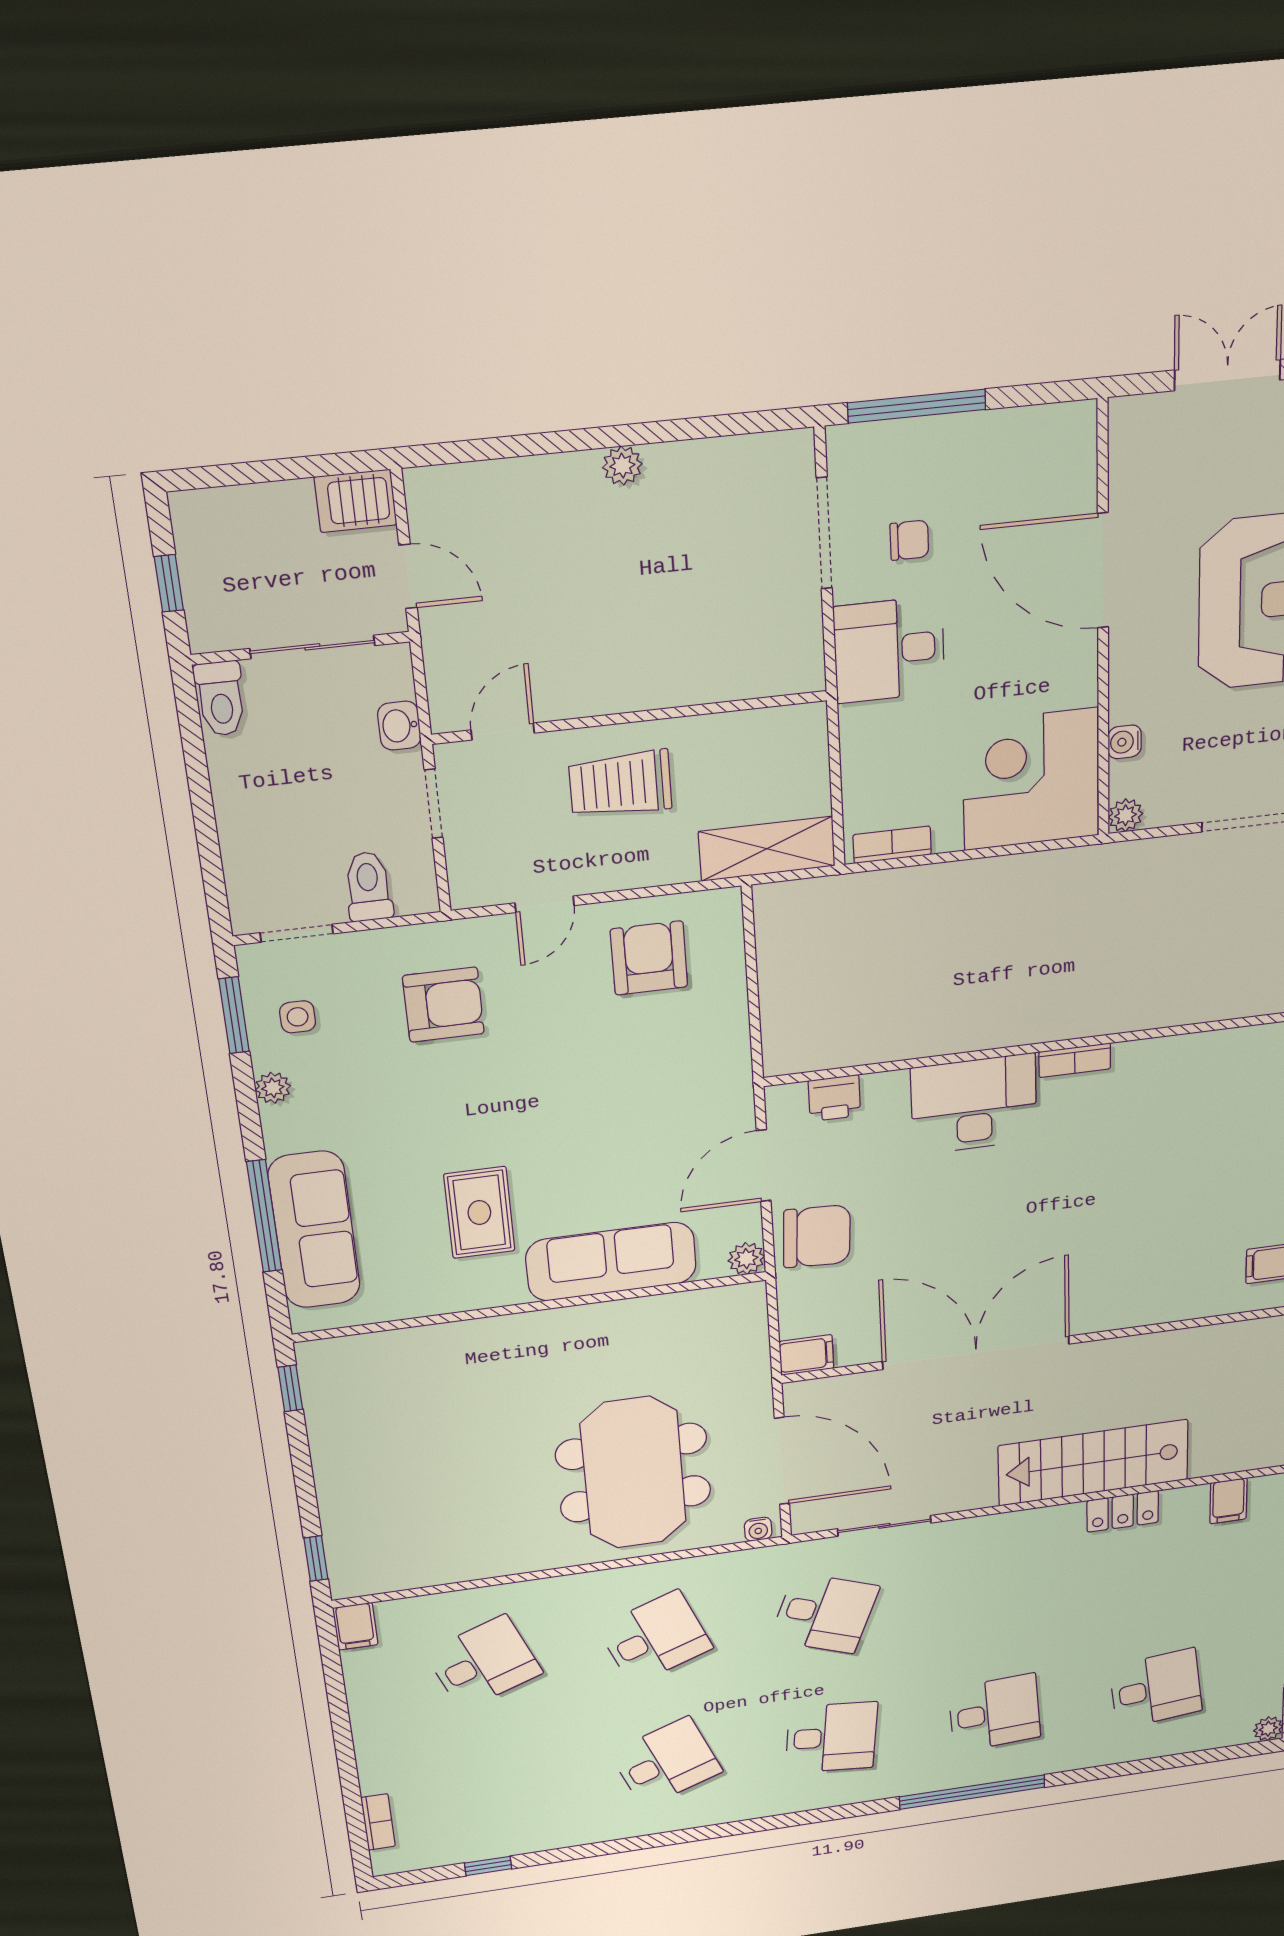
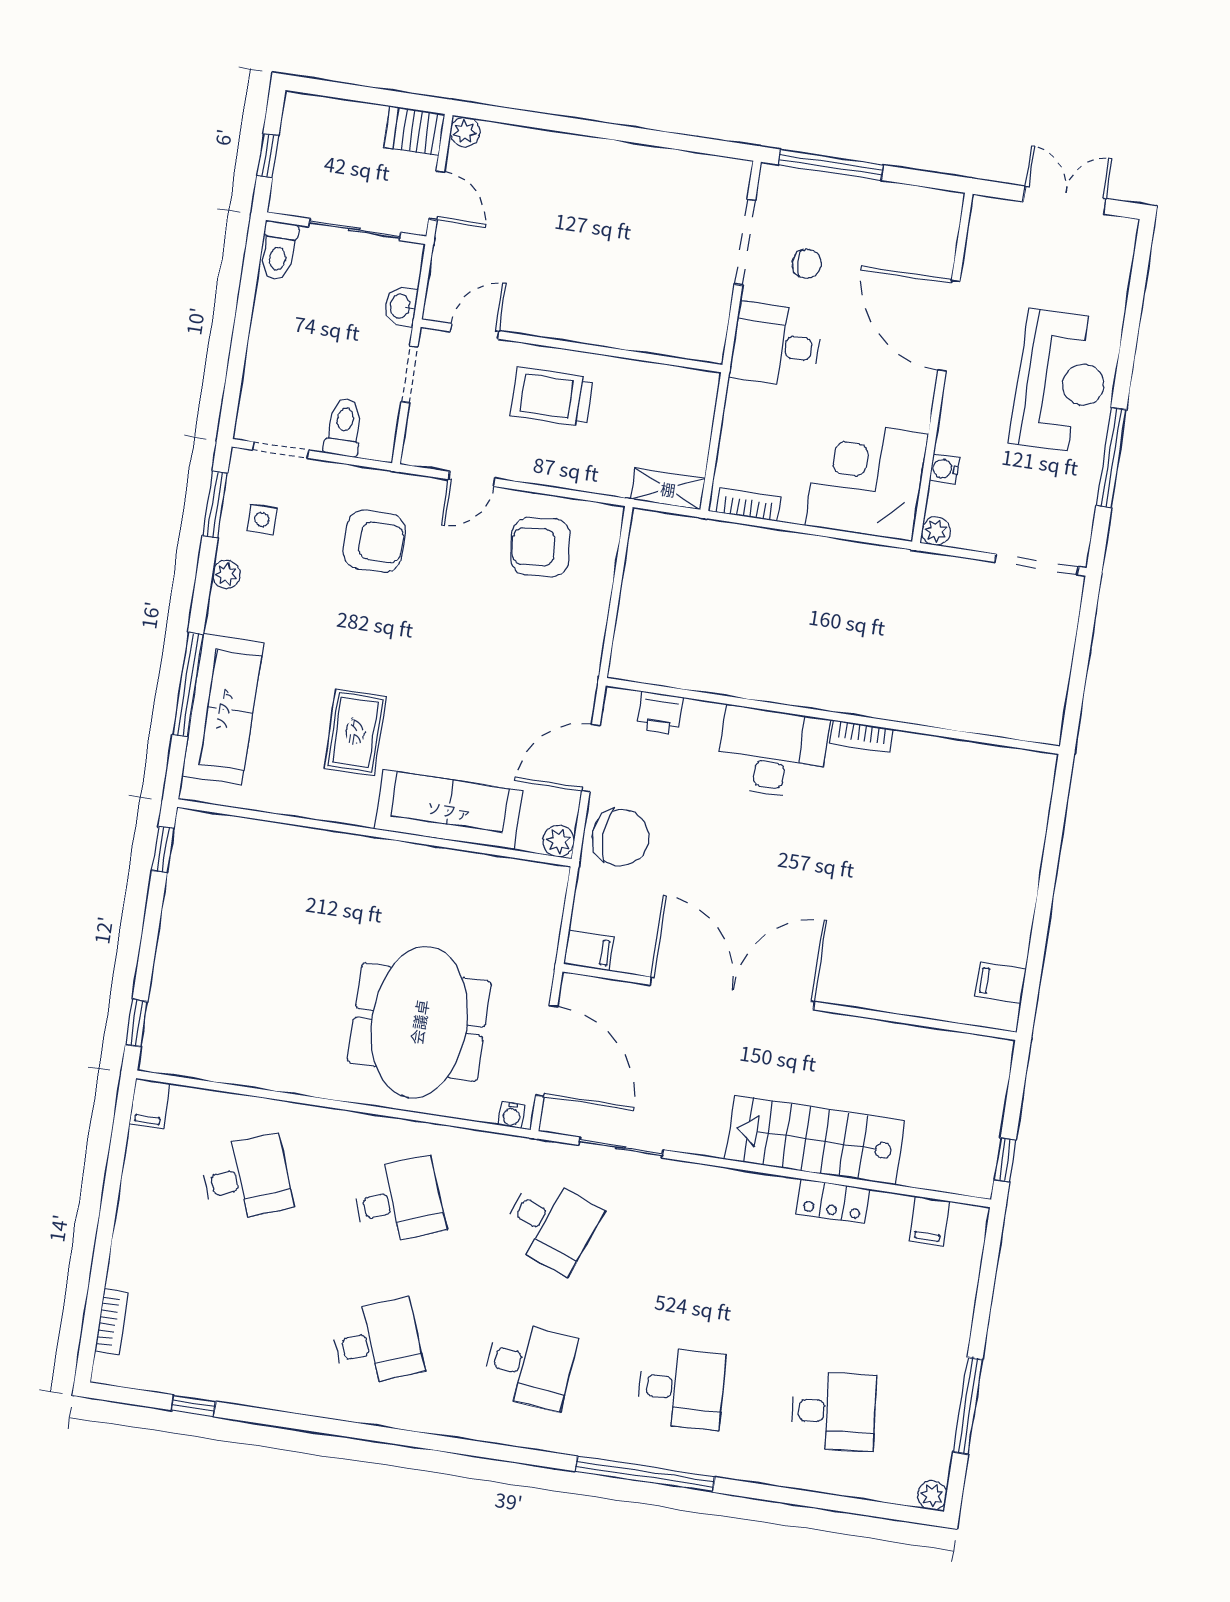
plant: (622, 466) -> (465, 132), moved
shelving: (767, 849) -> (668, 489), width x0.67, depth x0.75
armchair: (649, 958) -> (541, 547), turned -96

